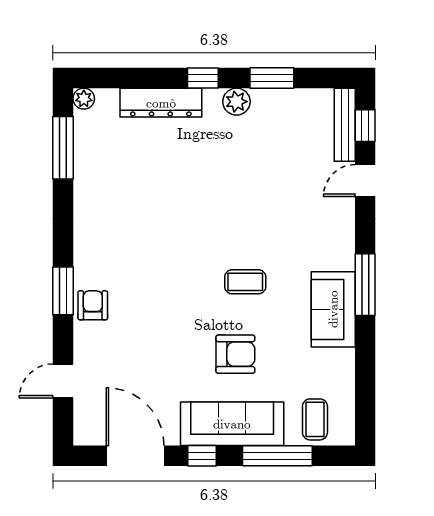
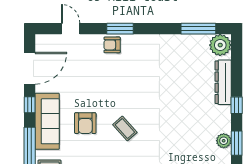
plant: (84, 99) -> (220, 45), width x1.87, depth x1.87
plant: (236, 102) -> (224, 141), moved
coffee table: (245, 282) -> (125, 128), turned -42
armchair: (93, 305) -> (112, 45), turned 180

